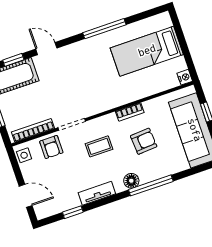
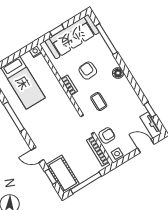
door: (46, 49) -> (37, 155), hinge flipped
window: (151, 185) -> (106, 39), moved
tv unit: (97, 193) -> (151, 125), moved
door: (26, 196) -> (146, 146), hinge flipped

